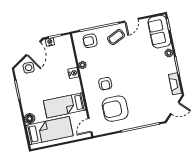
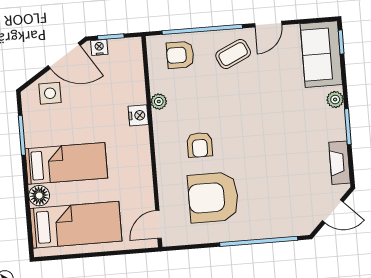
door: (33, 48) -> (64, 56), hinge flipped
bed: (65, 105) -> (66, 163), moved, turned 180

